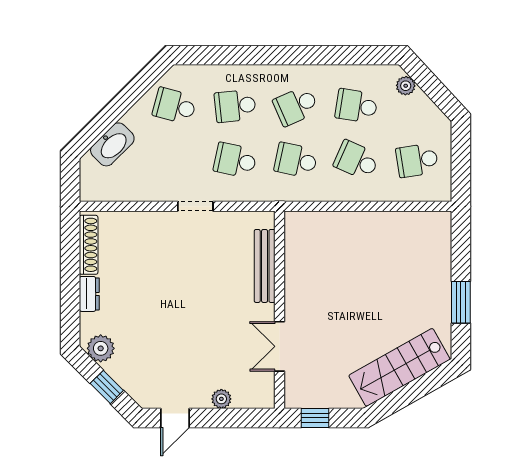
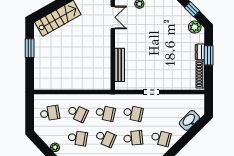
school desk: (296, 106) -> (105, 138), turned 48
window: (70, 286) -> (209, 55), added
double door: (279, 346) -> (113, 17), moved

